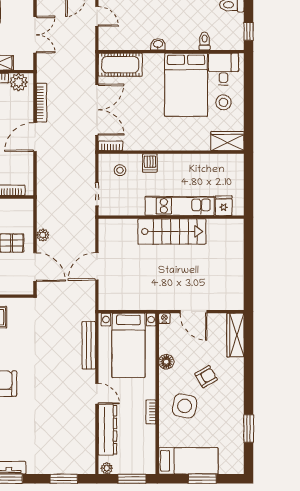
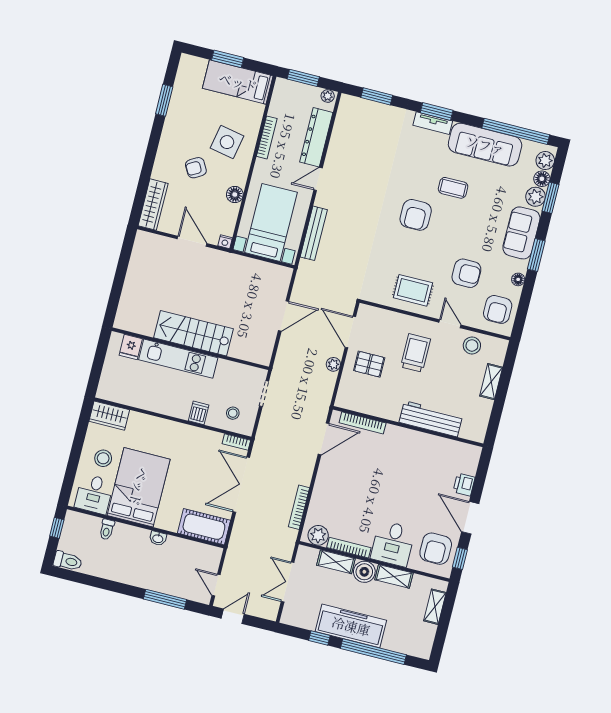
door: (35, 137) -> (324, 439), moved
door: (97, 394) -> (318, 179), hinge flipped
bookcase: (151, 412) -> (267, 137), width x1.56

